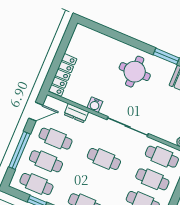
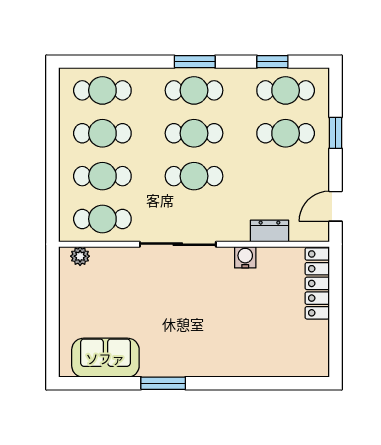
round table: (135, 72) -> (204, 337), removed
cafe table: (55, 139) -> (194, 133), moved
window: (19, 150) -> (336, 133), width x0.46

